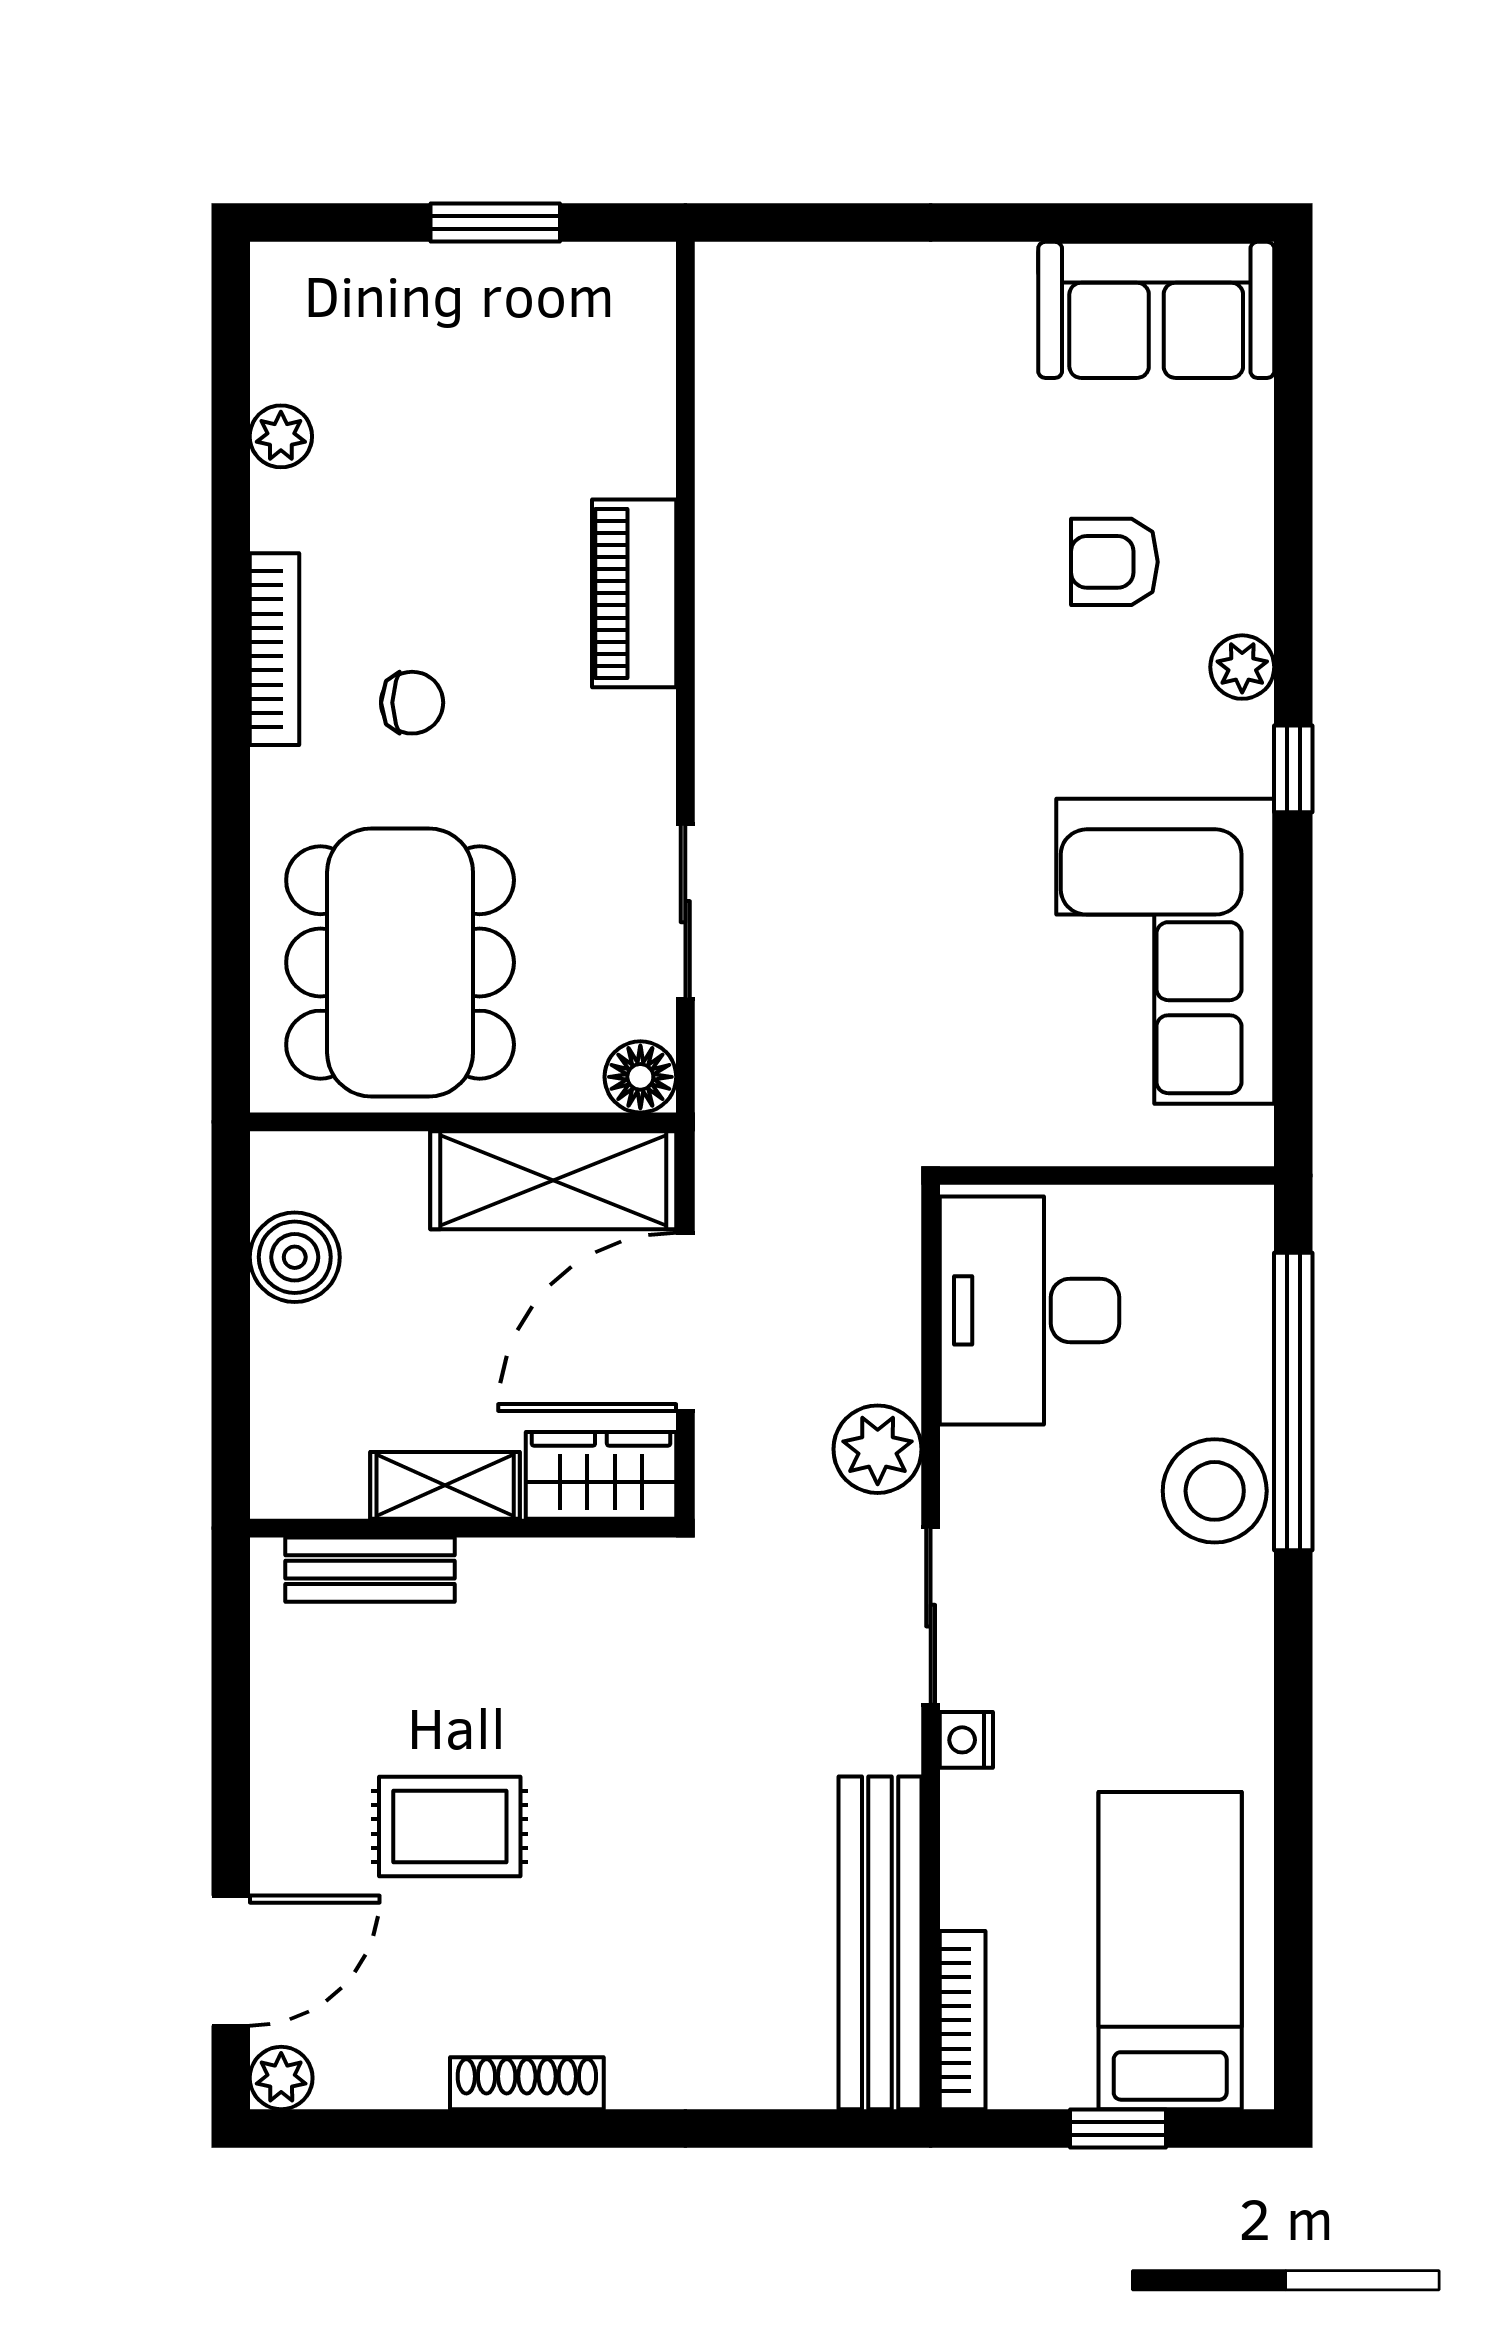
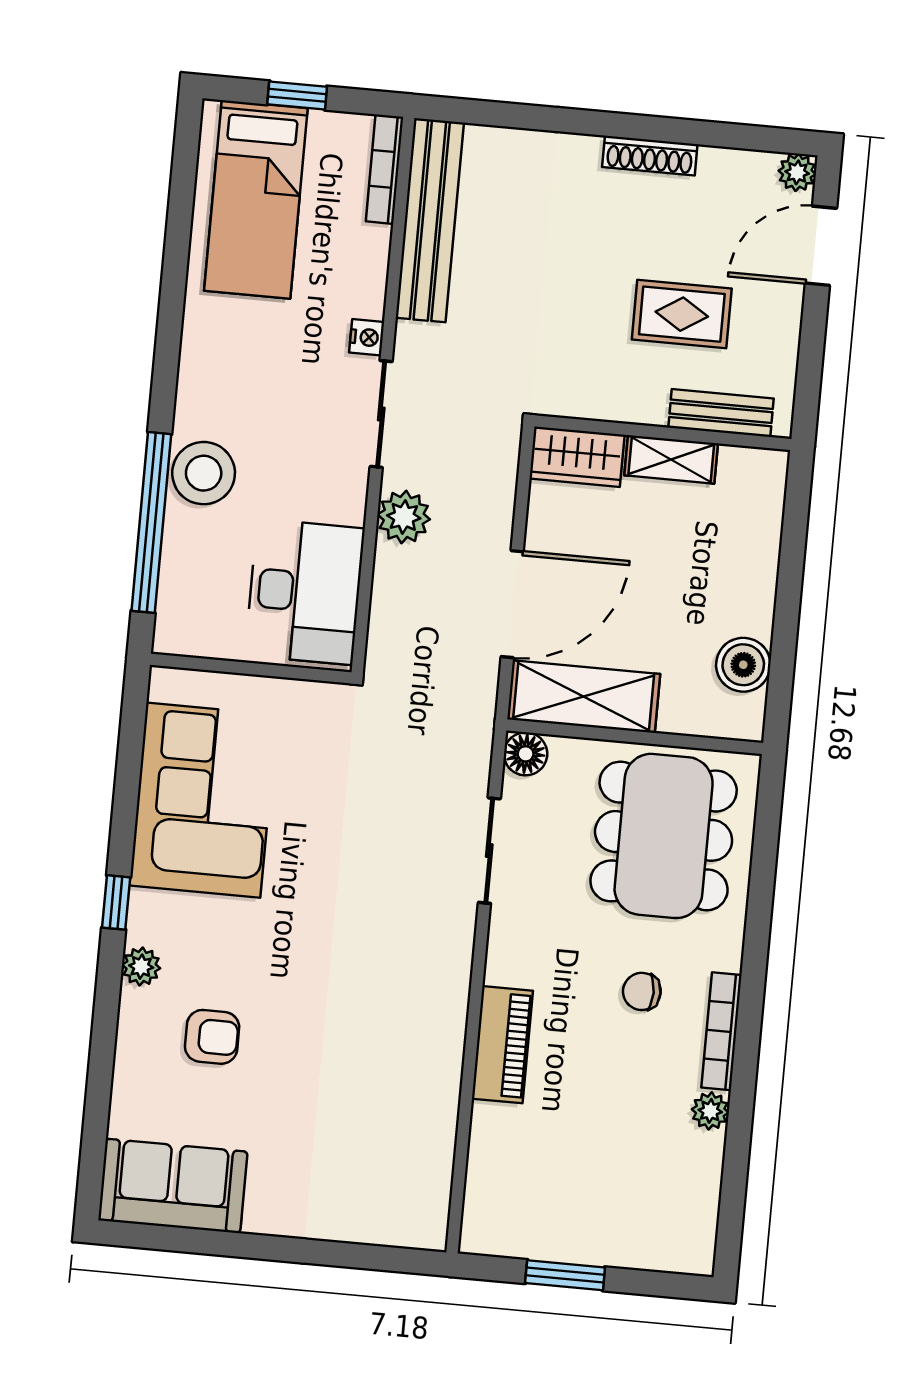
plant: (281, 436) -> (710, 1111), moved
wardrobe: (601, 1475) -> (577, 457), moved
shelving: (445, 1485) -> (671, 459), moved
wall: (463, 1528) -> (663, 433), moved
bench: (370, 1570) -> (721, 413), moved

